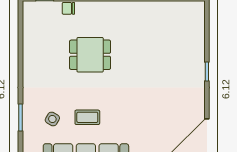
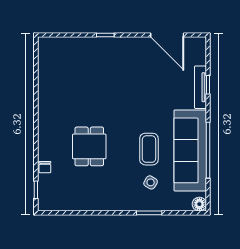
coffee table: (87, 117) -> (149, 149), width x1.36, depth x1.30

